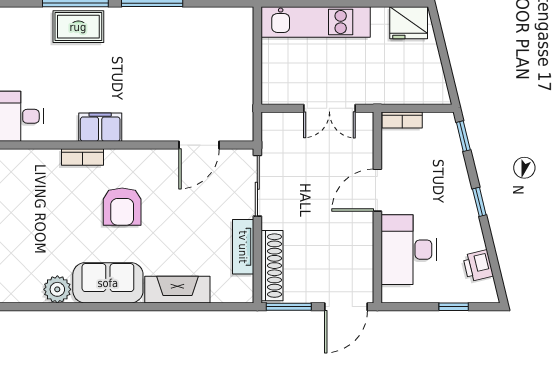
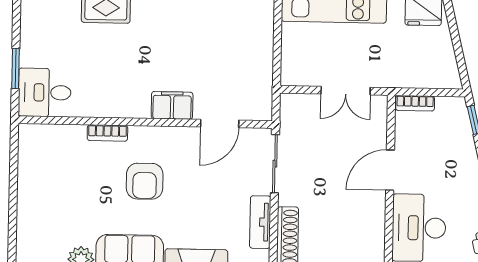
filing cabinet: (100, 127) -> (172, 105), moved

